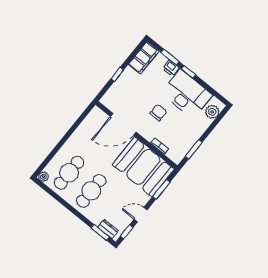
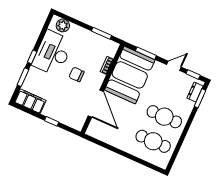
printer: (171, 68) -> (33, 74), removed
plant: (43, 177) -> (163, 164), removed
door: (141, 215) -> (174, 66), swing flipped

